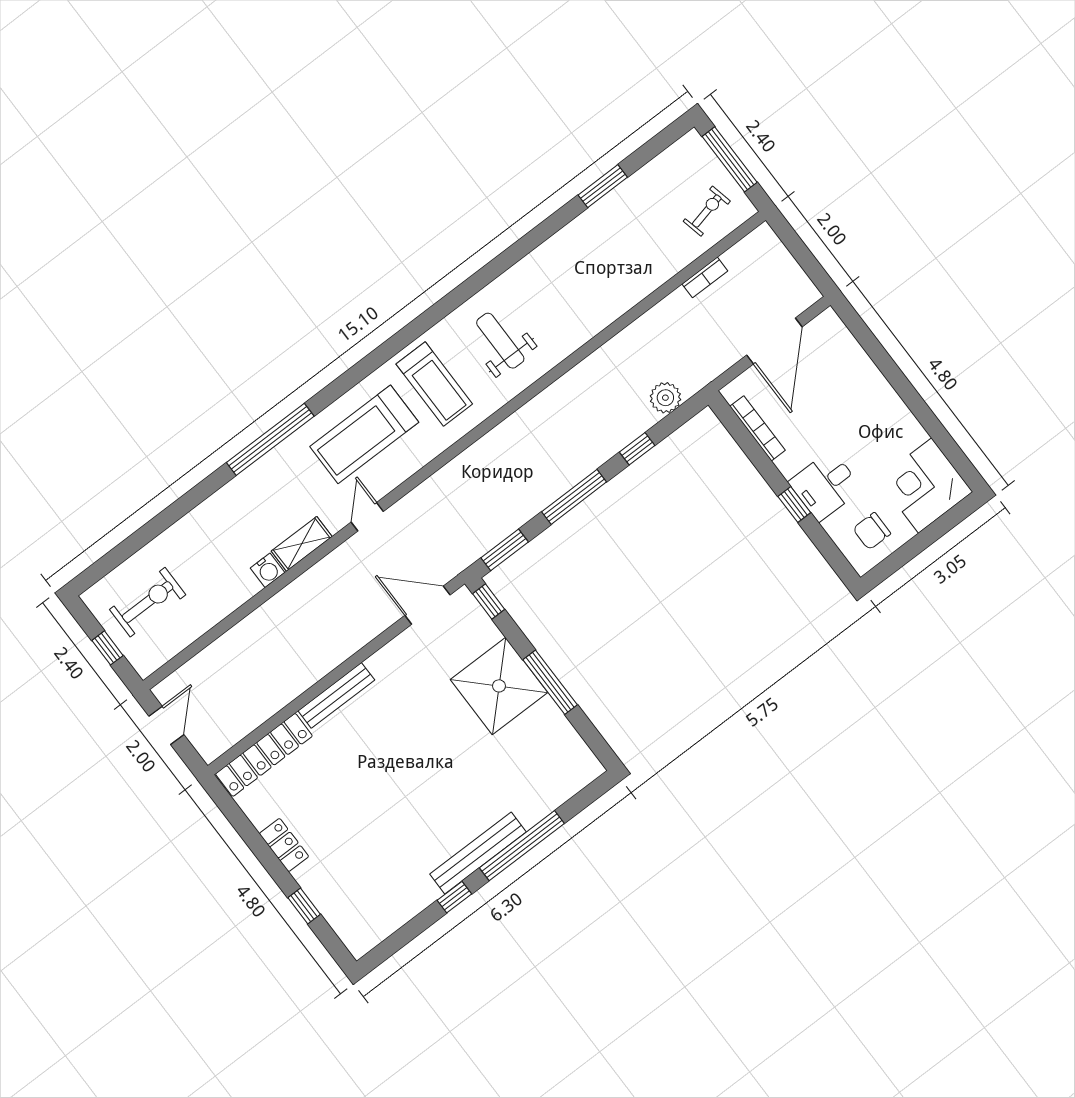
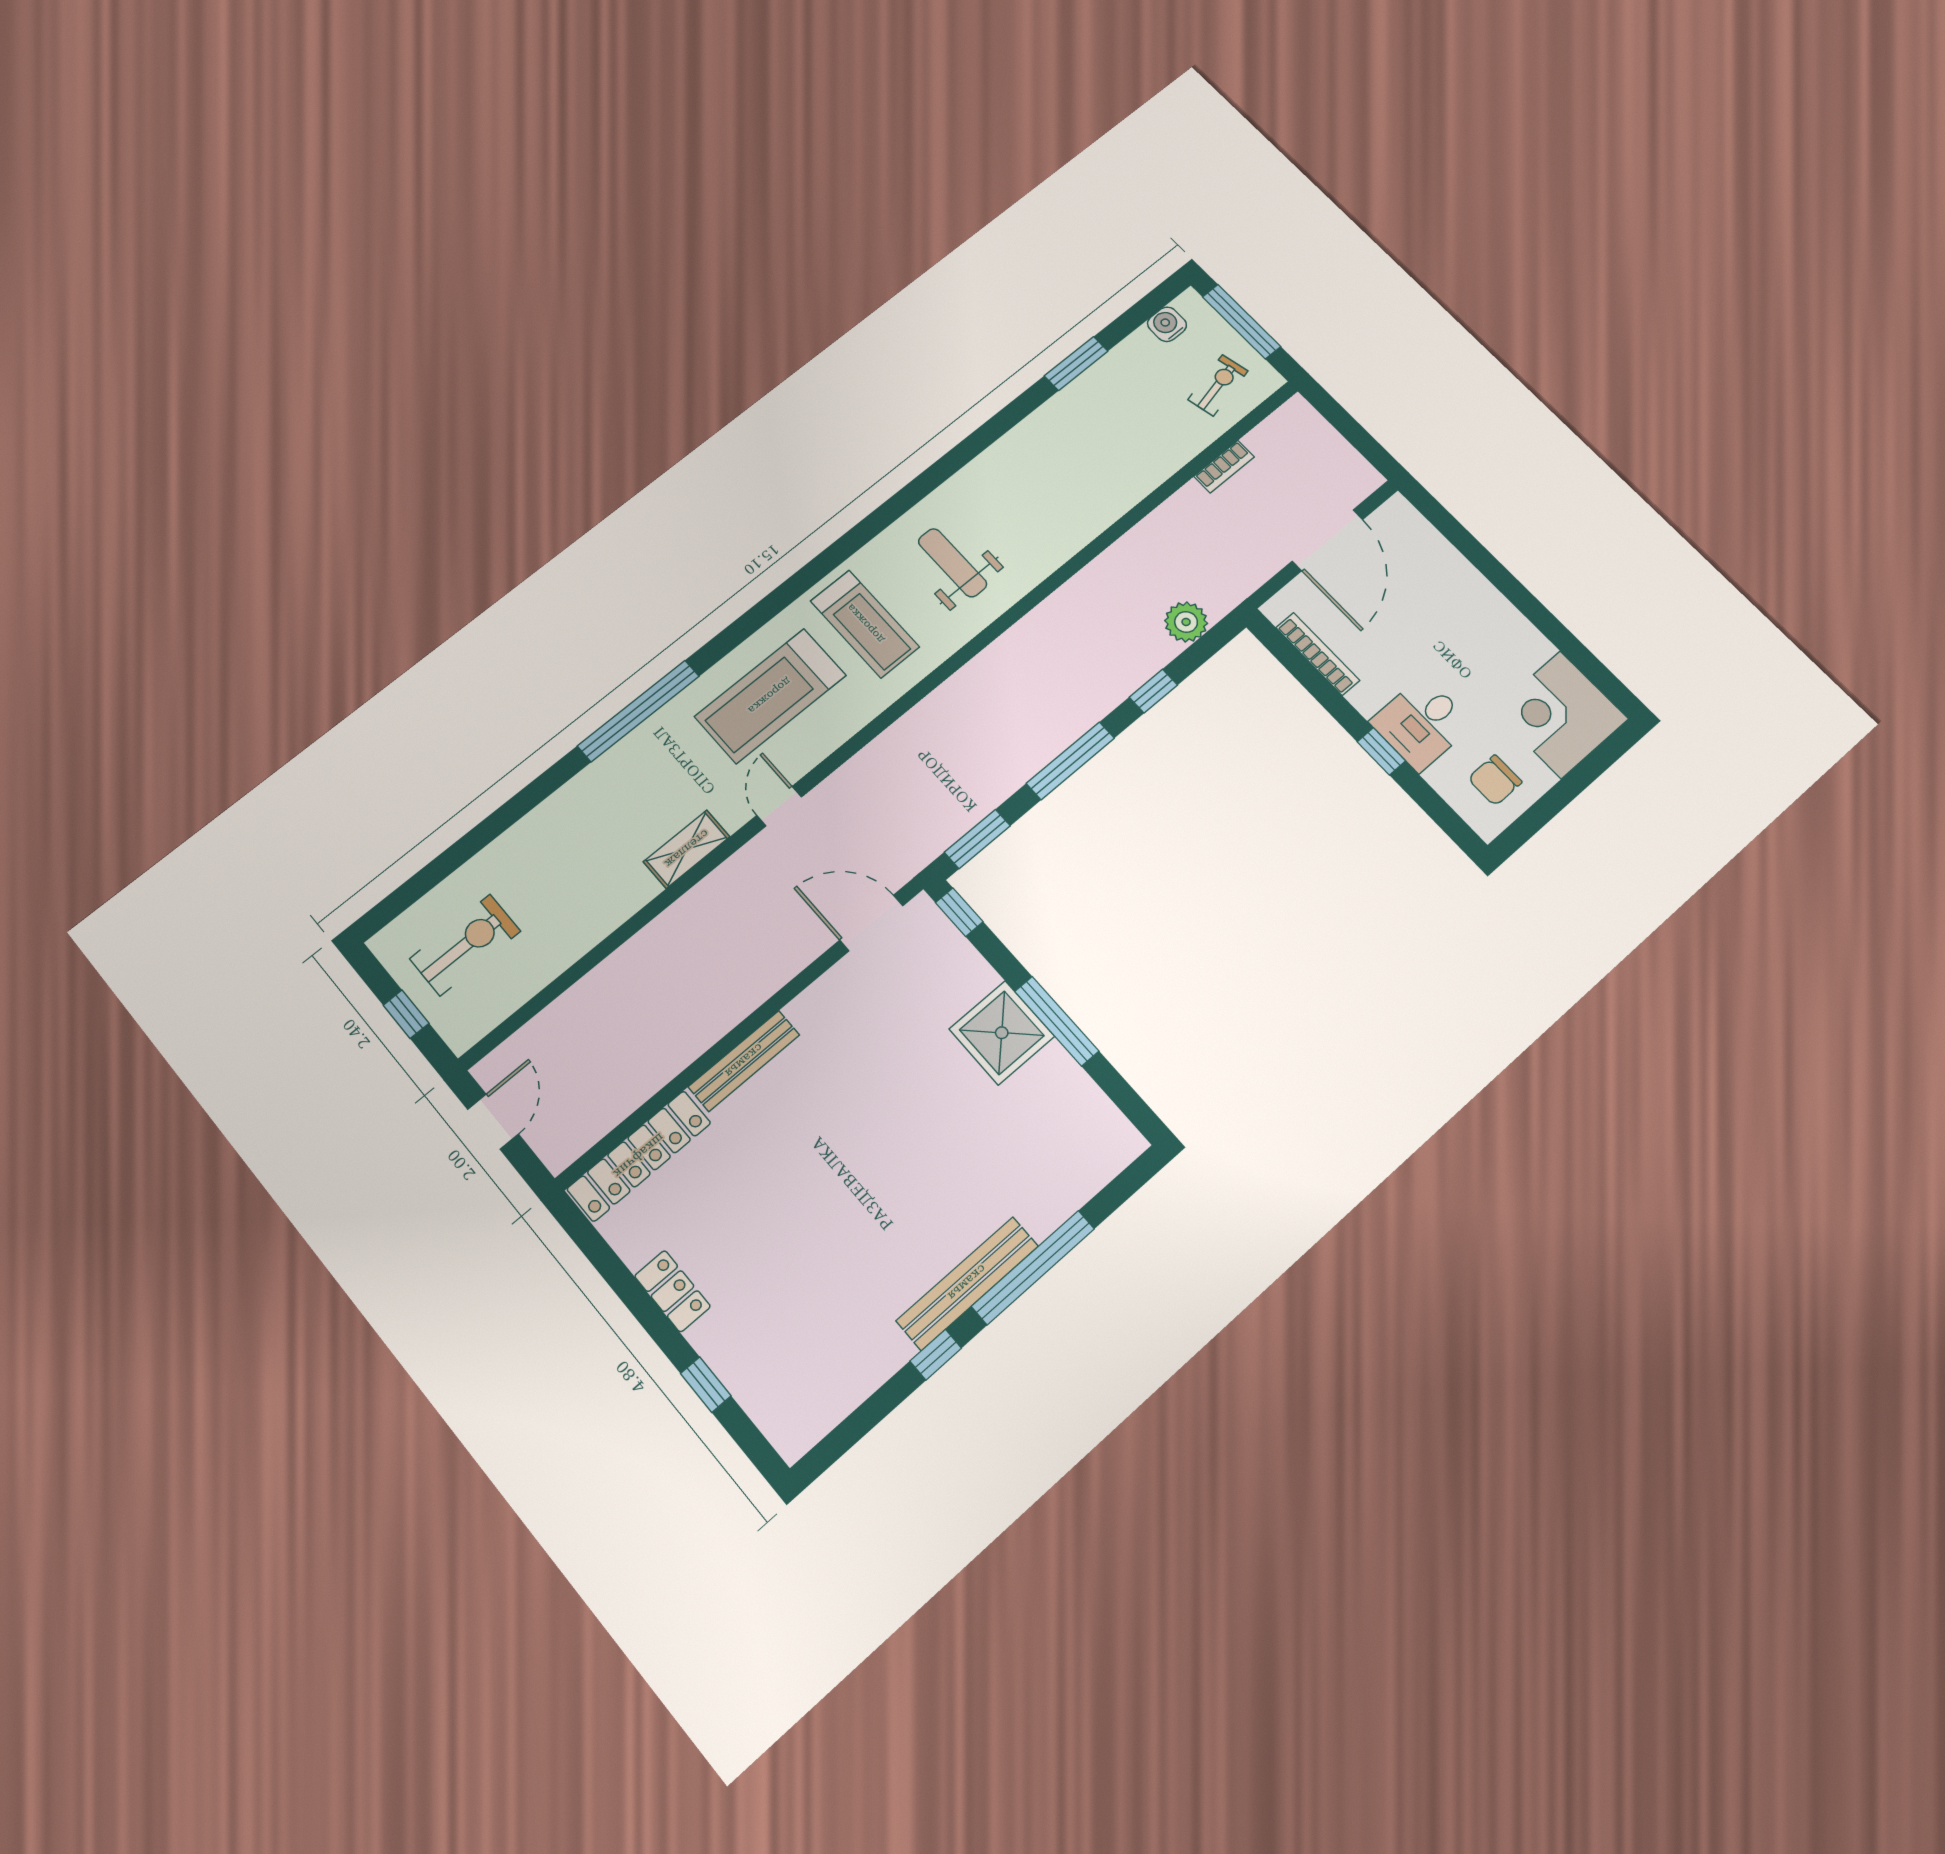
water cooler: (268, 570) -> (1167, 324), moved, turned 180
shower: (499, 686) -> (1002, 1033), width x0.73, depth x0.73

